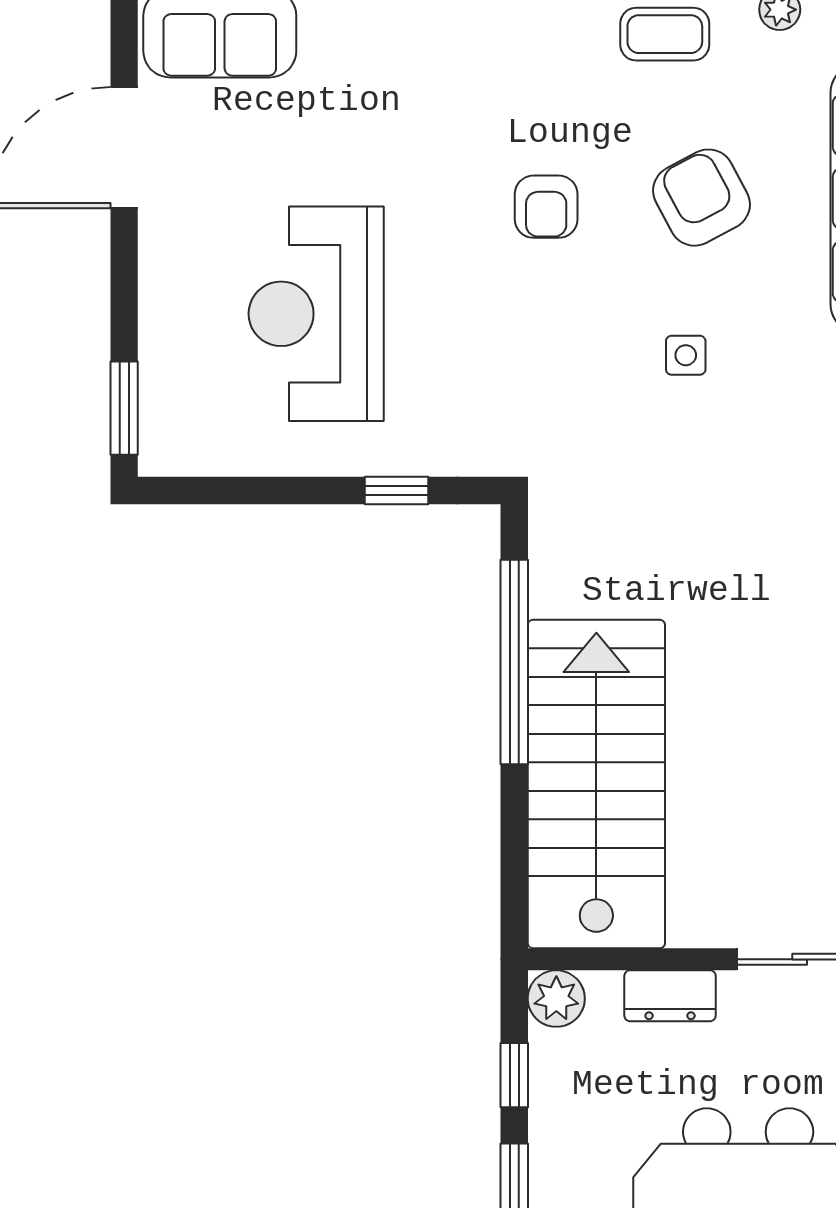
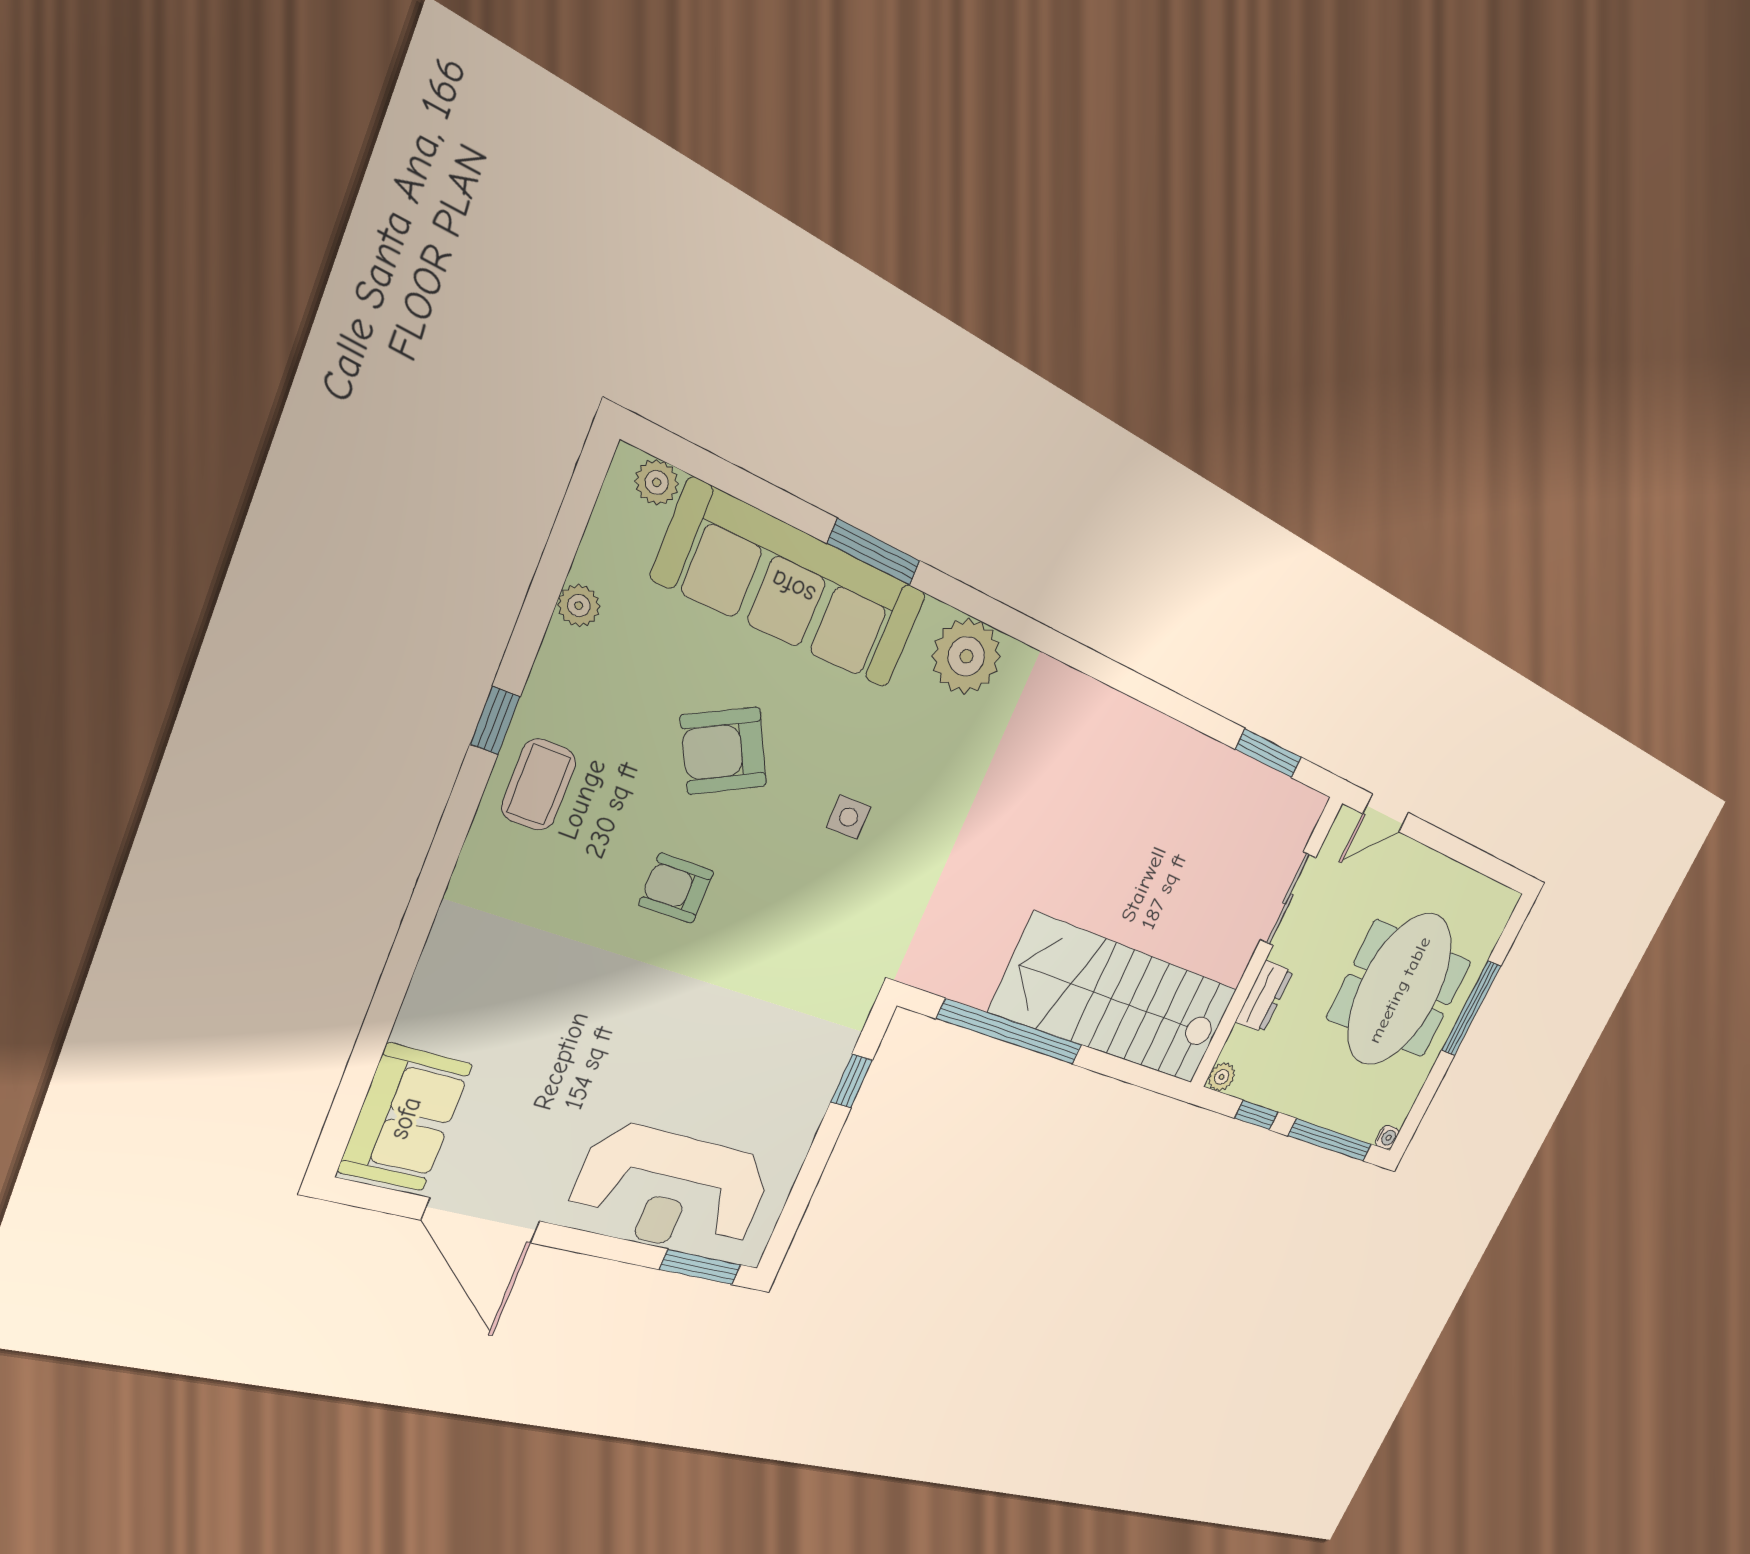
coffee table: (665, 34) -> (539, 785), moved
armchair: (546, 207) -> (676, 888), turned 180
reception desk: (316, 314) -> (671, 1190), moved
plant: (556, 999) -> (1222, 1077), width x0.73, depth x0.73

